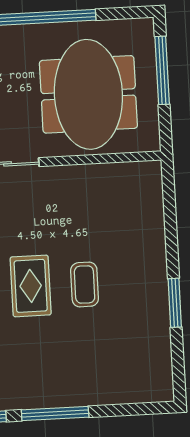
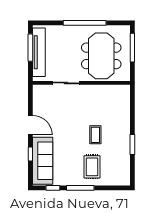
rug: (31, 286) -> (92, 167), moved

